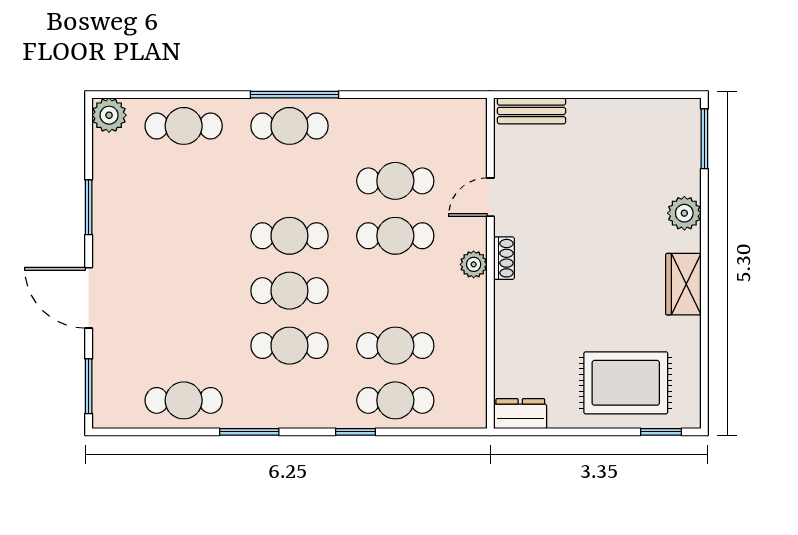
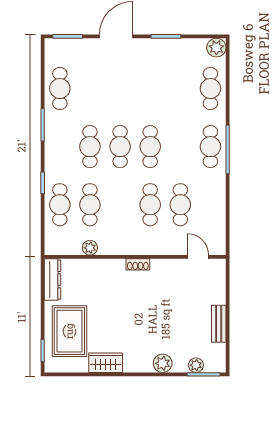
bench: (532, 111) -> (219, 324), moved
plant: (688, 152) -> (196, 365), added
door: (490, 197) -> (198, 257), moved
plant: (474, 264) -> (90, 248), moved
wardrobe: (683, 284) -> (106, 363), moved
dresser: (520, 414) -> (53, 280), width x1.44

